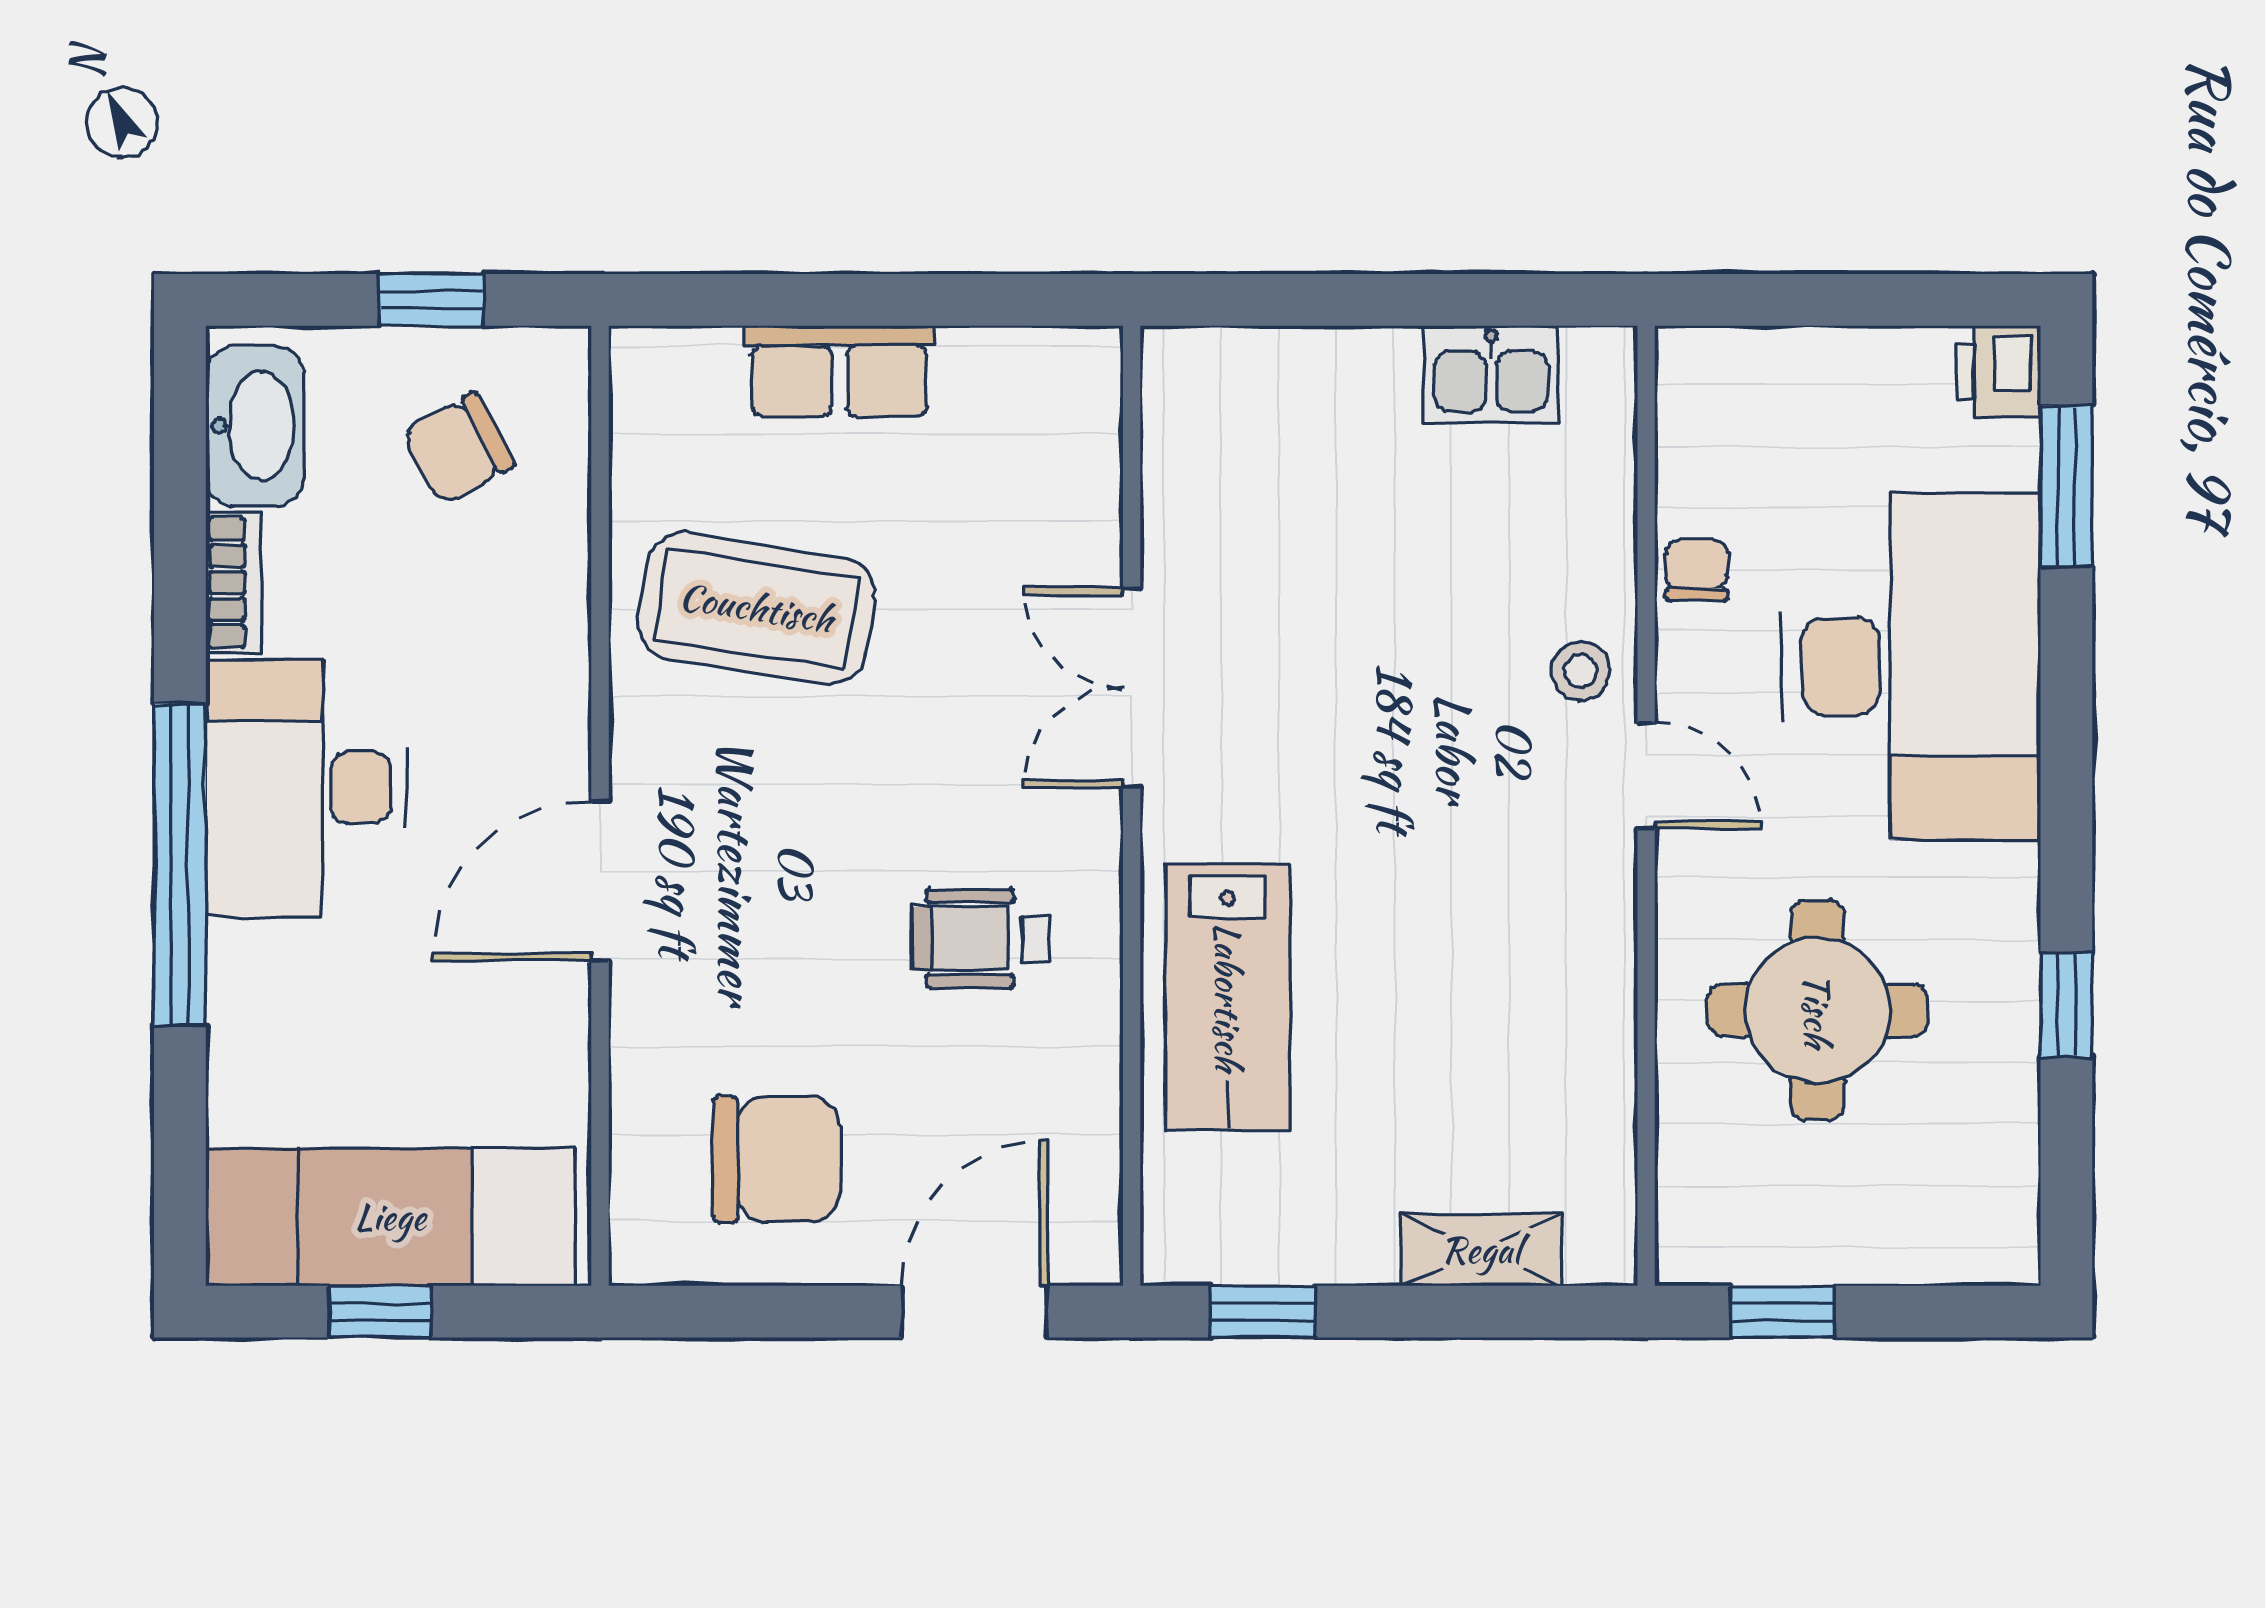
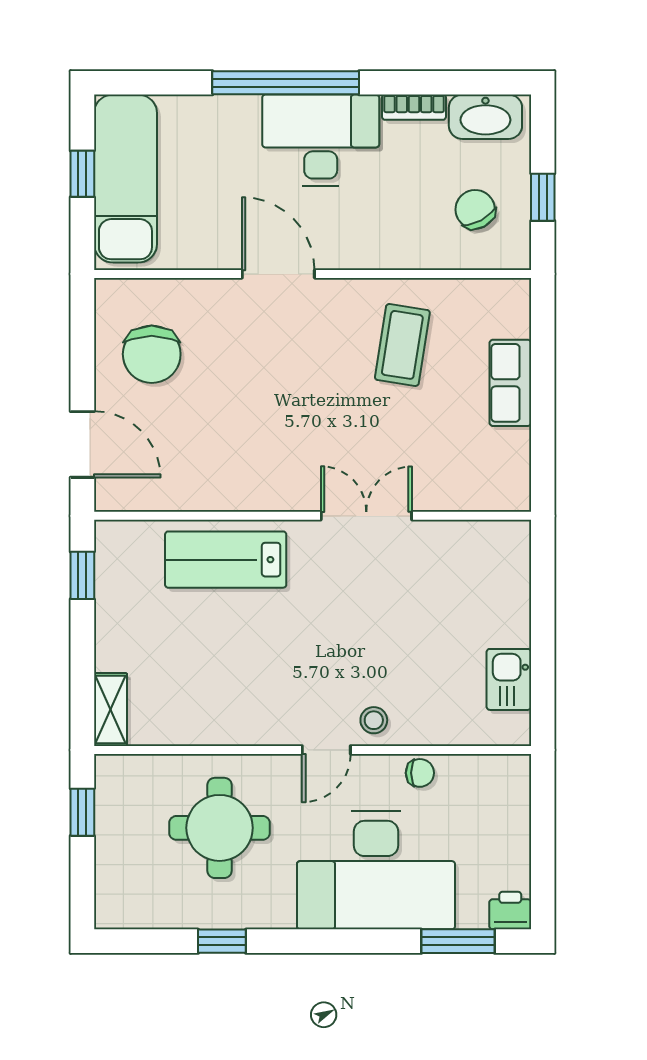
coffee table: (756, 608) -> (402, 345), width x0.73, depth x0.76
wheelchair: (981, 939) -> (252, 447), removed
shelving: (1481, 1250) -> (110, 710), moved

